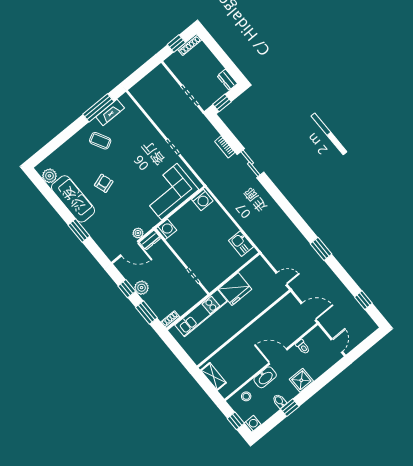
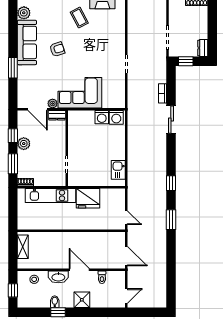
corner sofa: (169, 192) -> (80, 93), moved
washing machine: (166, 229) -> (102, 117), moved, turned 90
window: (363, 300) -> (171, 183), moved
washing machine: (253, 424) -> (23, 302), removed

